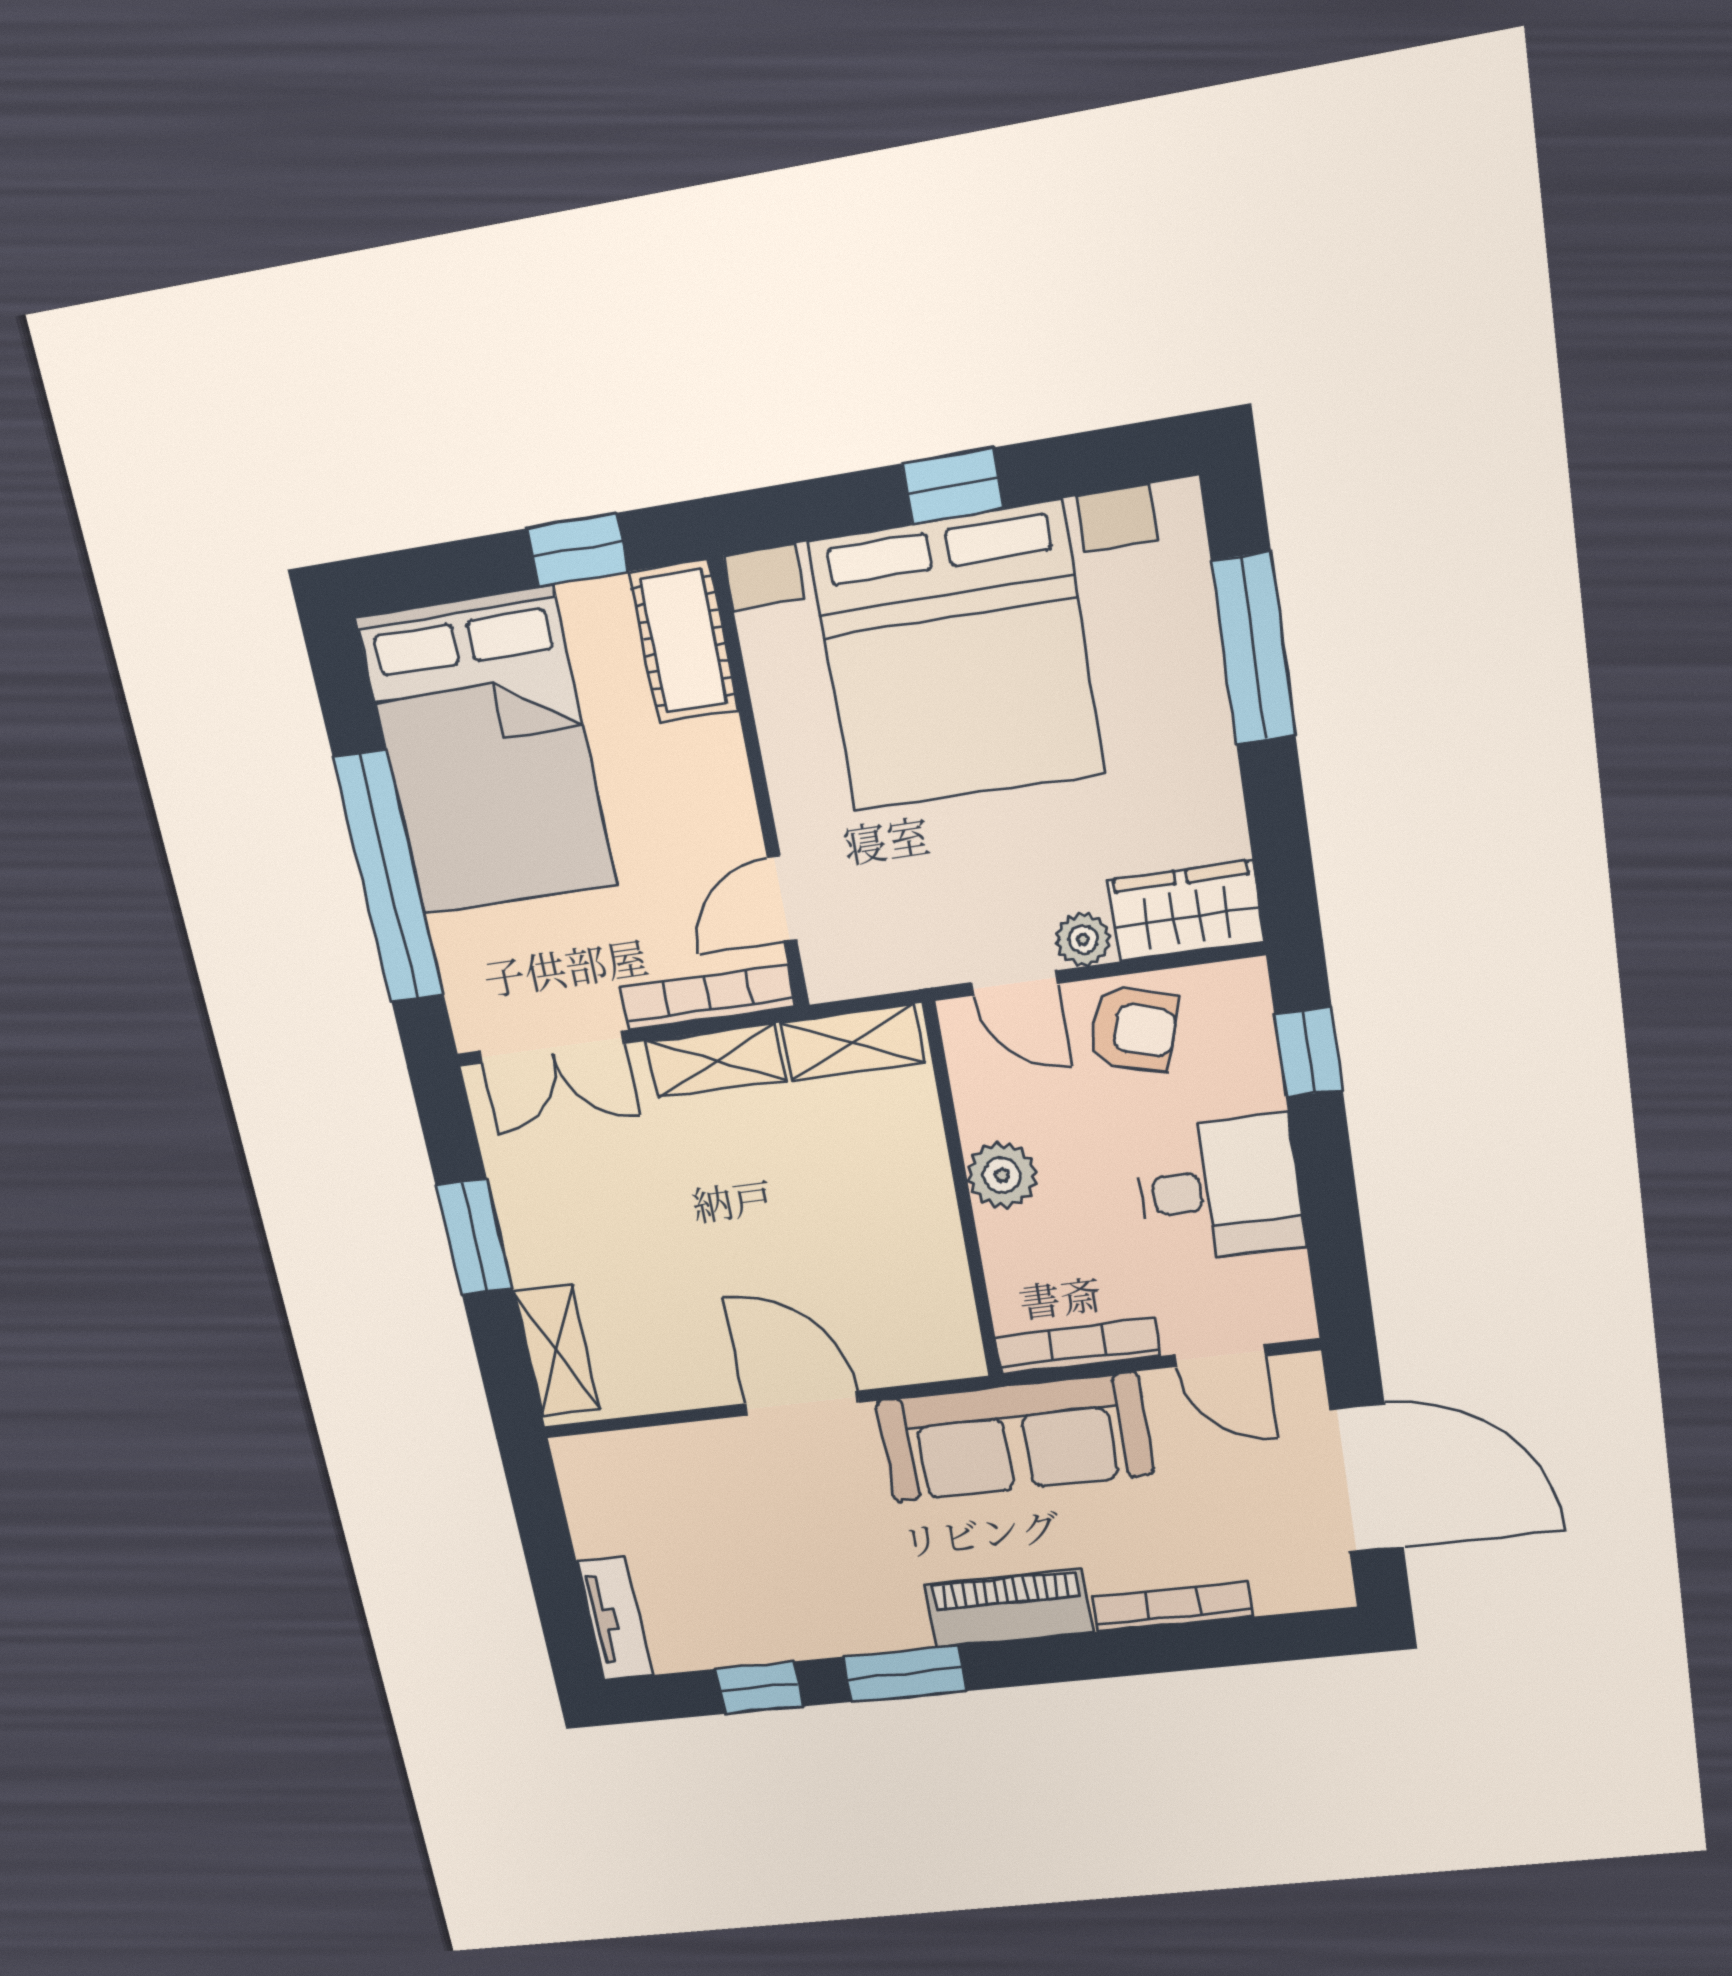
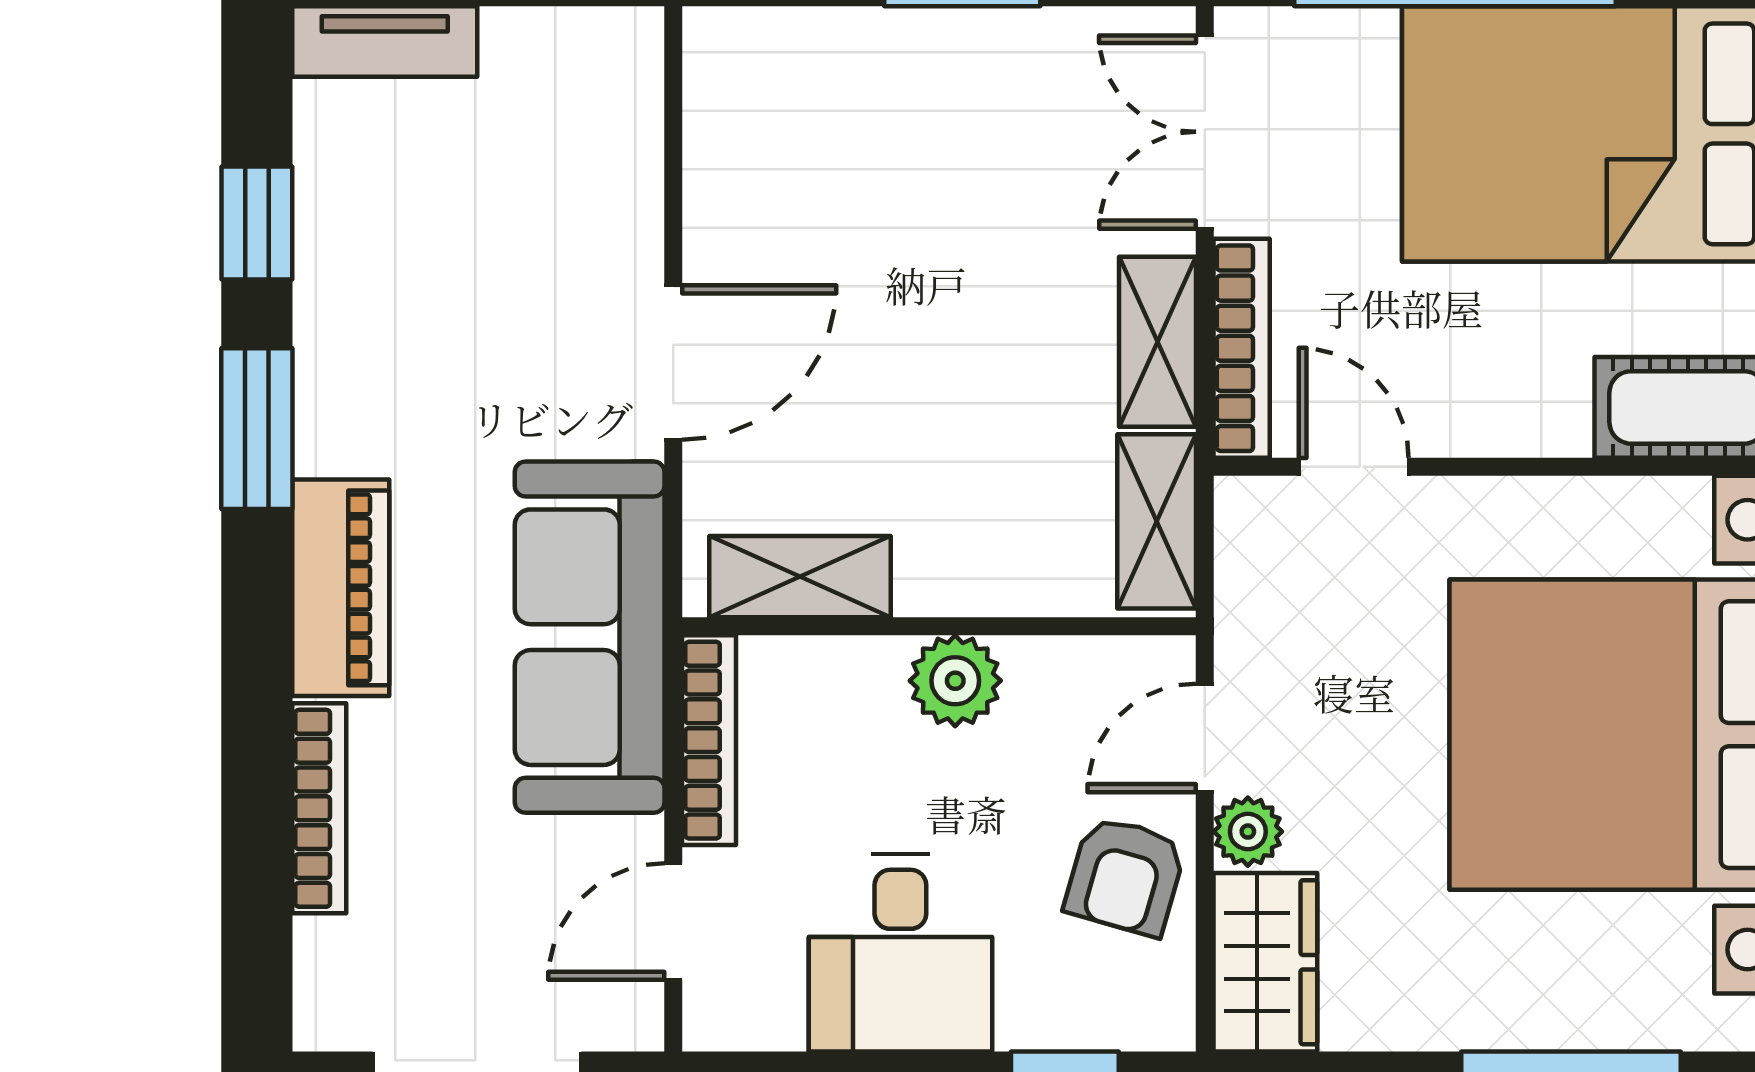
shelving: (557, 1351) -> (800, 577), moved

